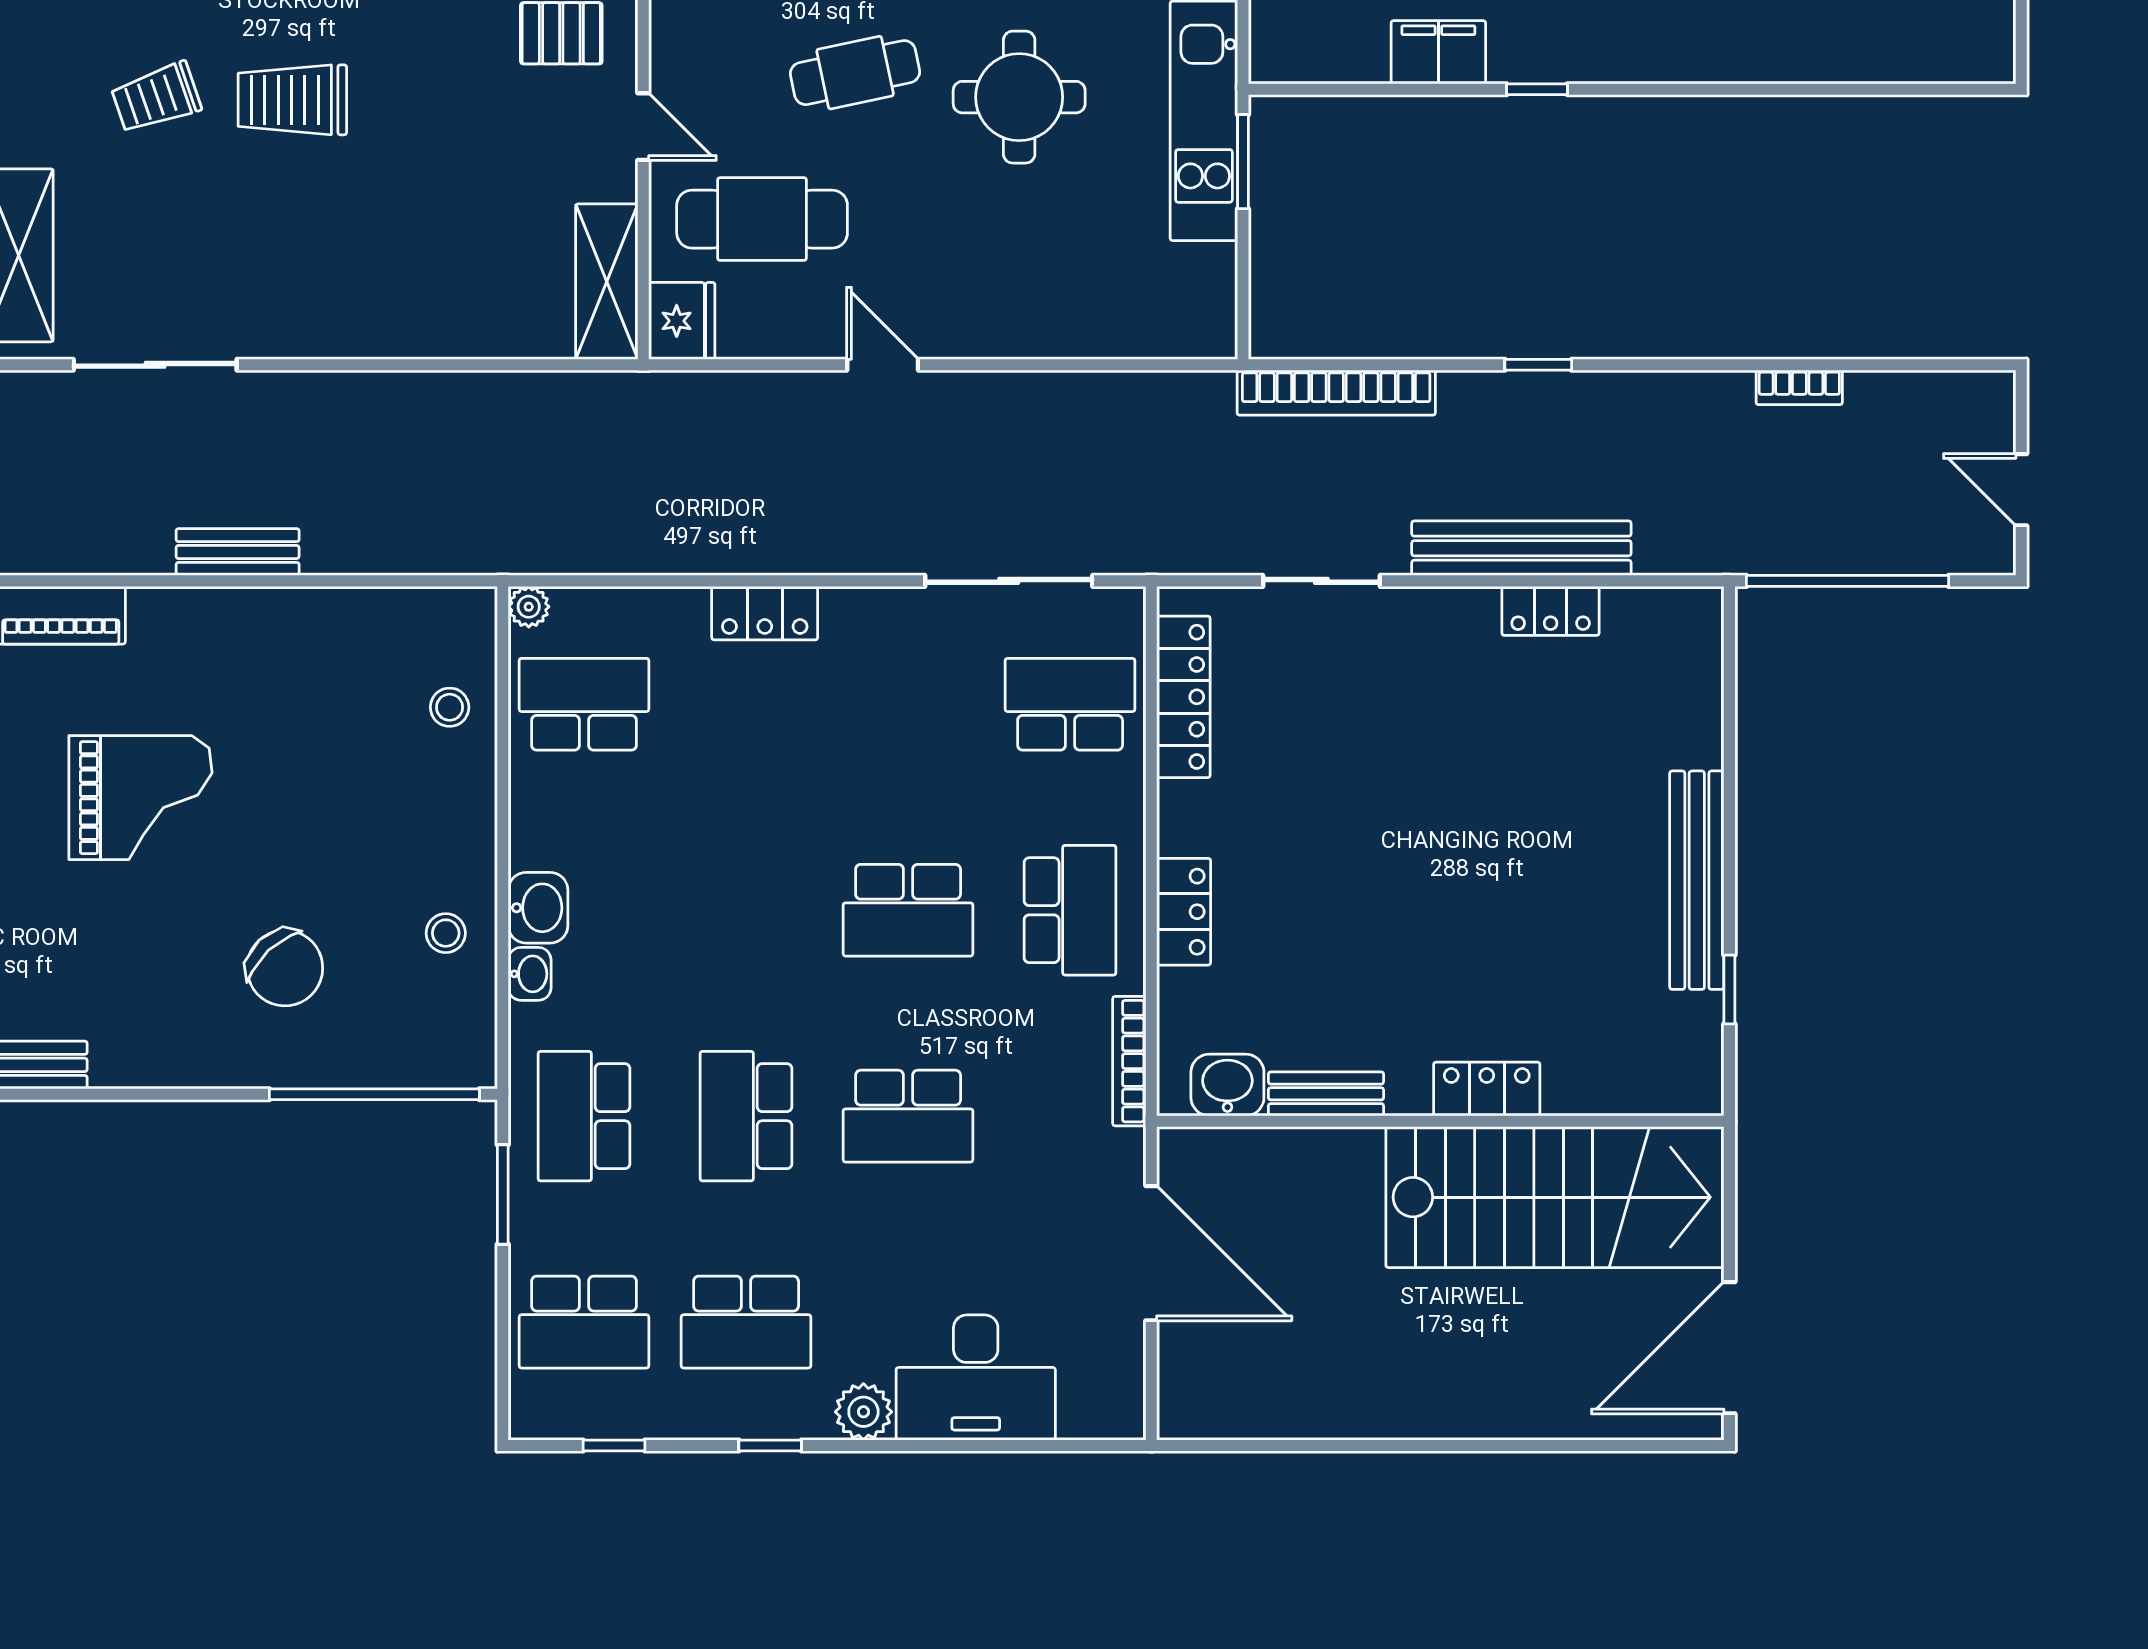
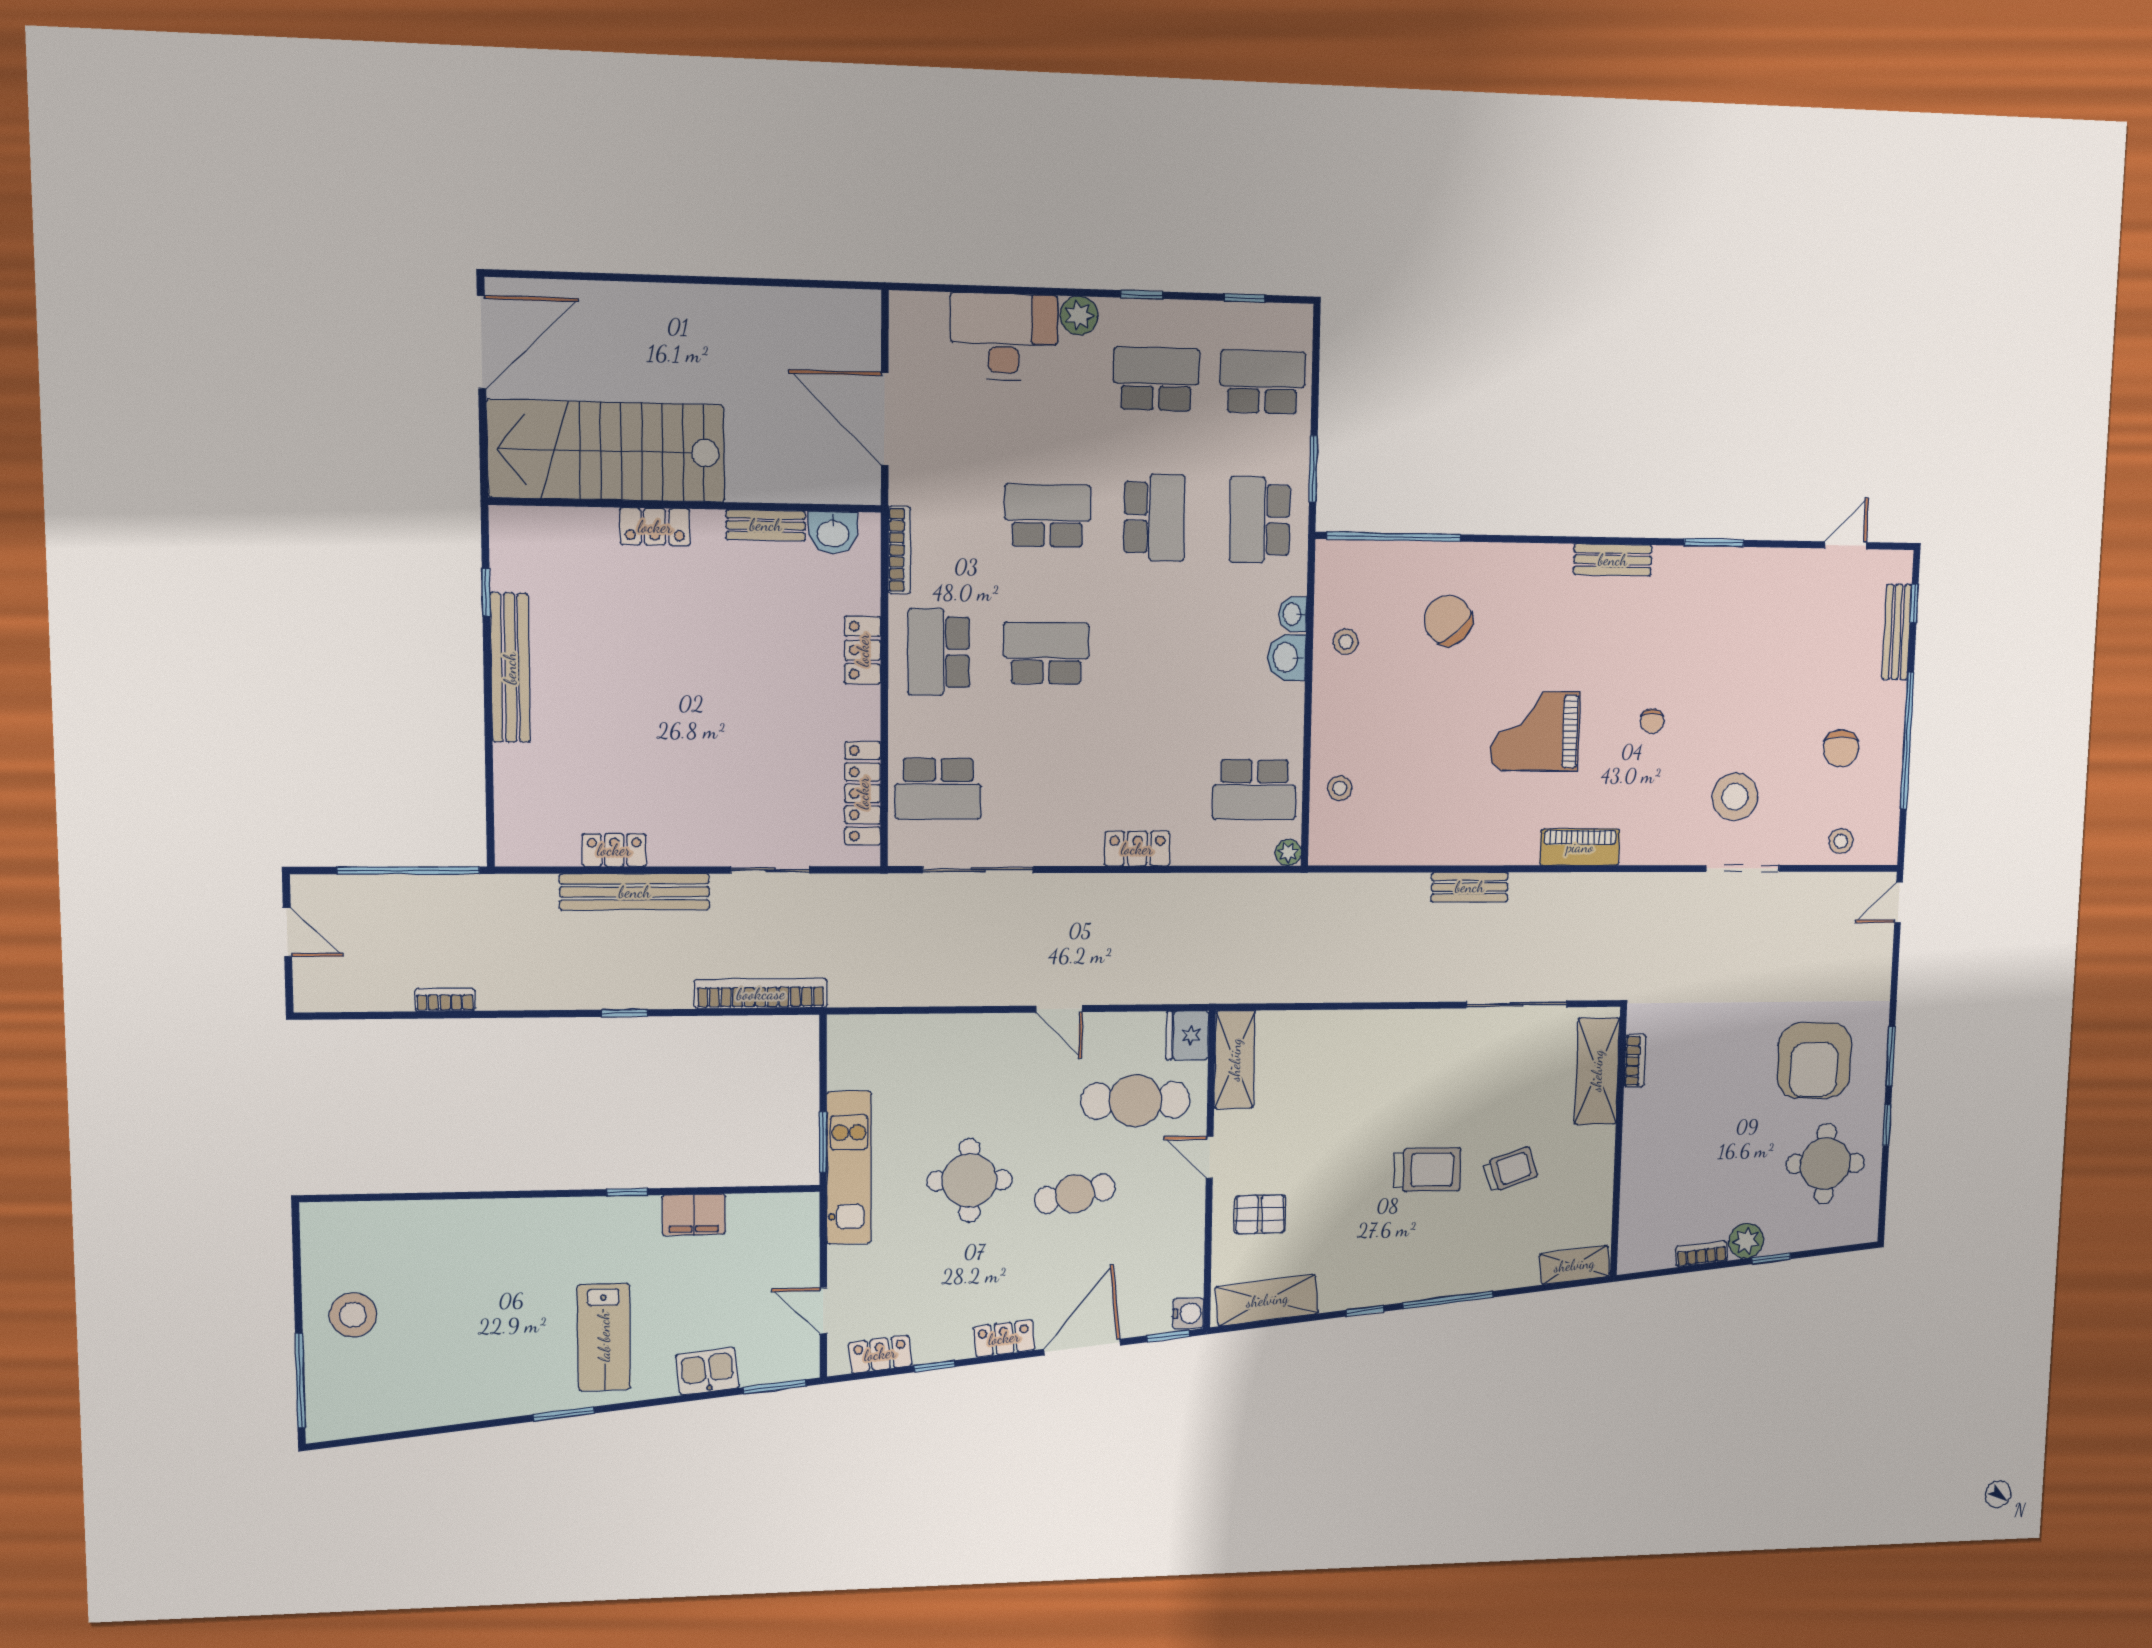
school desk: (584, 1116) -> (1260, 520), turned 180

